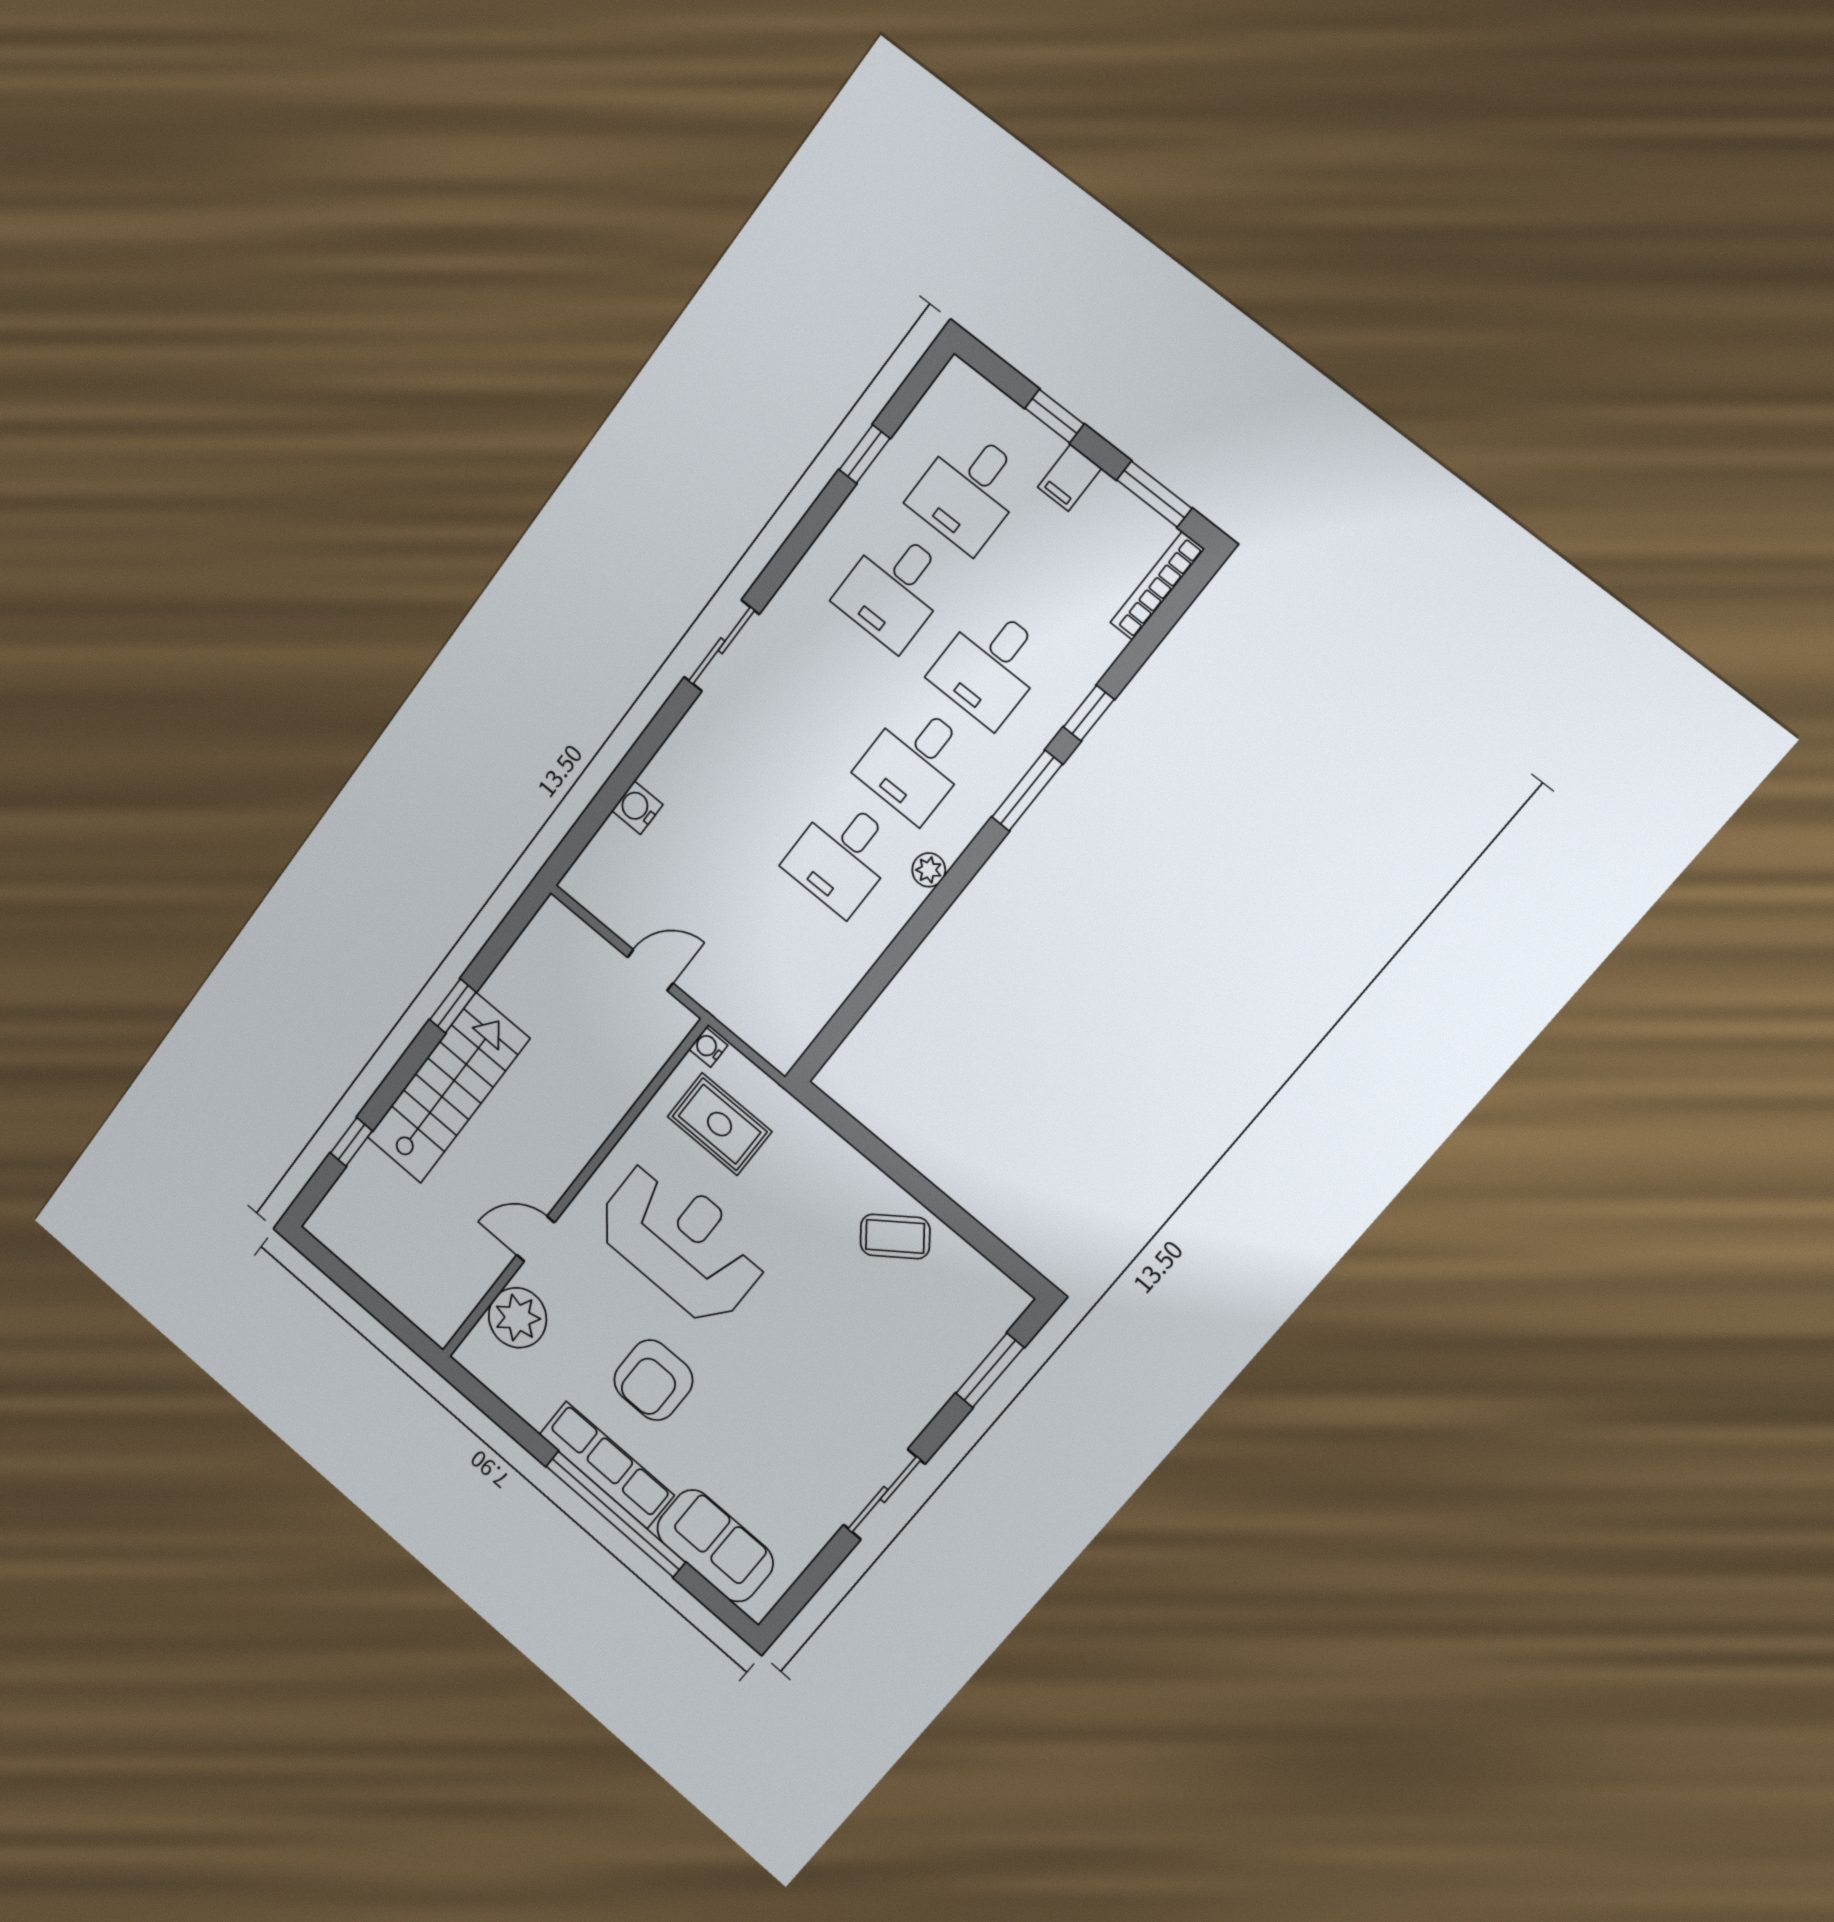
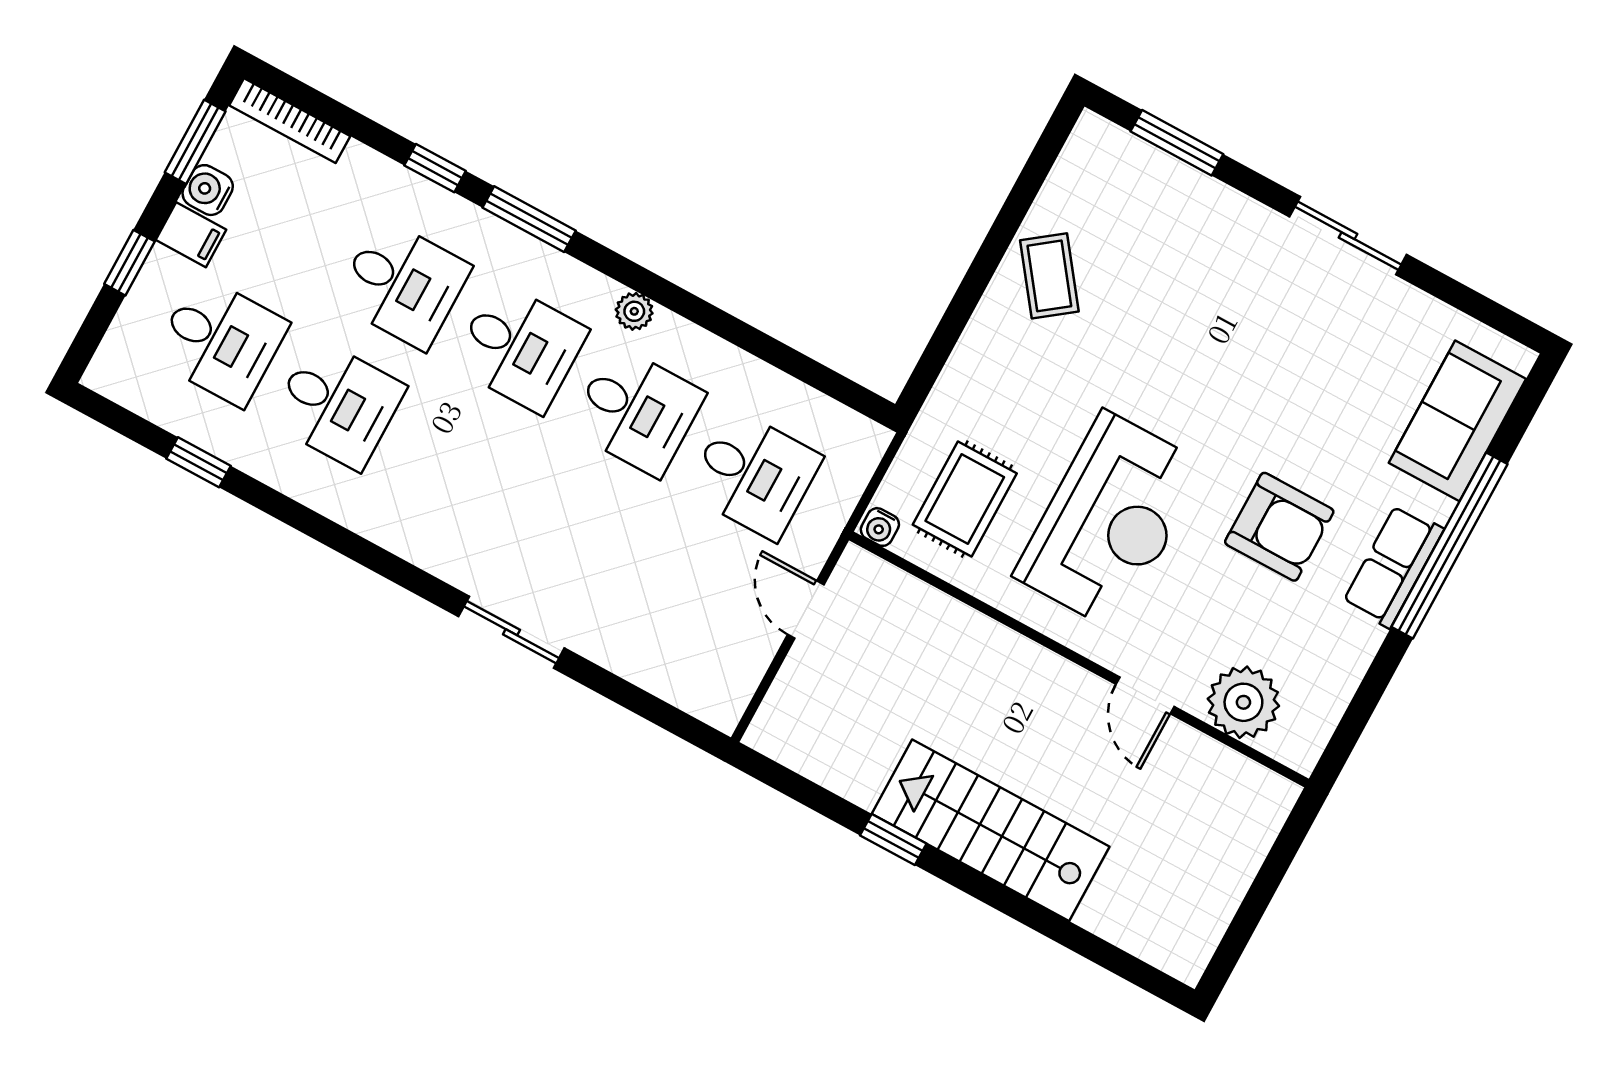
sliding door: (722, 646) -> (511, 632), moved
water cooler: (637, 808) -> (208, 190), moved, turned 90
desk: (770, 948) -> (754, 475), added
window: (351, 1142) -> (1079, 940), removed
reception desk: (682, 1242) -> (1110, 521), turned 180
row of seats: (606, 1465) -> (1393, 566), width x0.68

